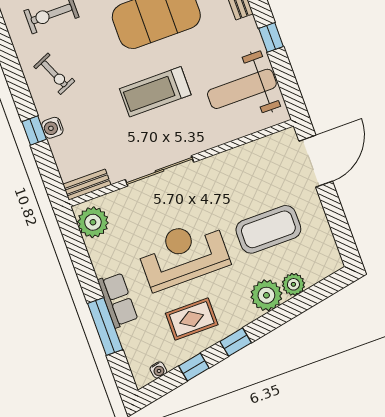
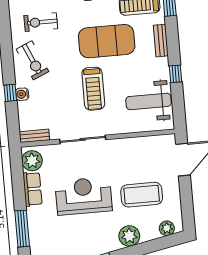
exercise bike: (54, 74) -> (33, 60), width x1.38, depth x1.39
treadmill: (155, 92) -> (93, 89), turned -90
plant: (293, 284) -> (167, 228), moved
row of seats: (118, 300) -> (32, 189), moved
rug: (192, 319) -> (78, 238), removed

